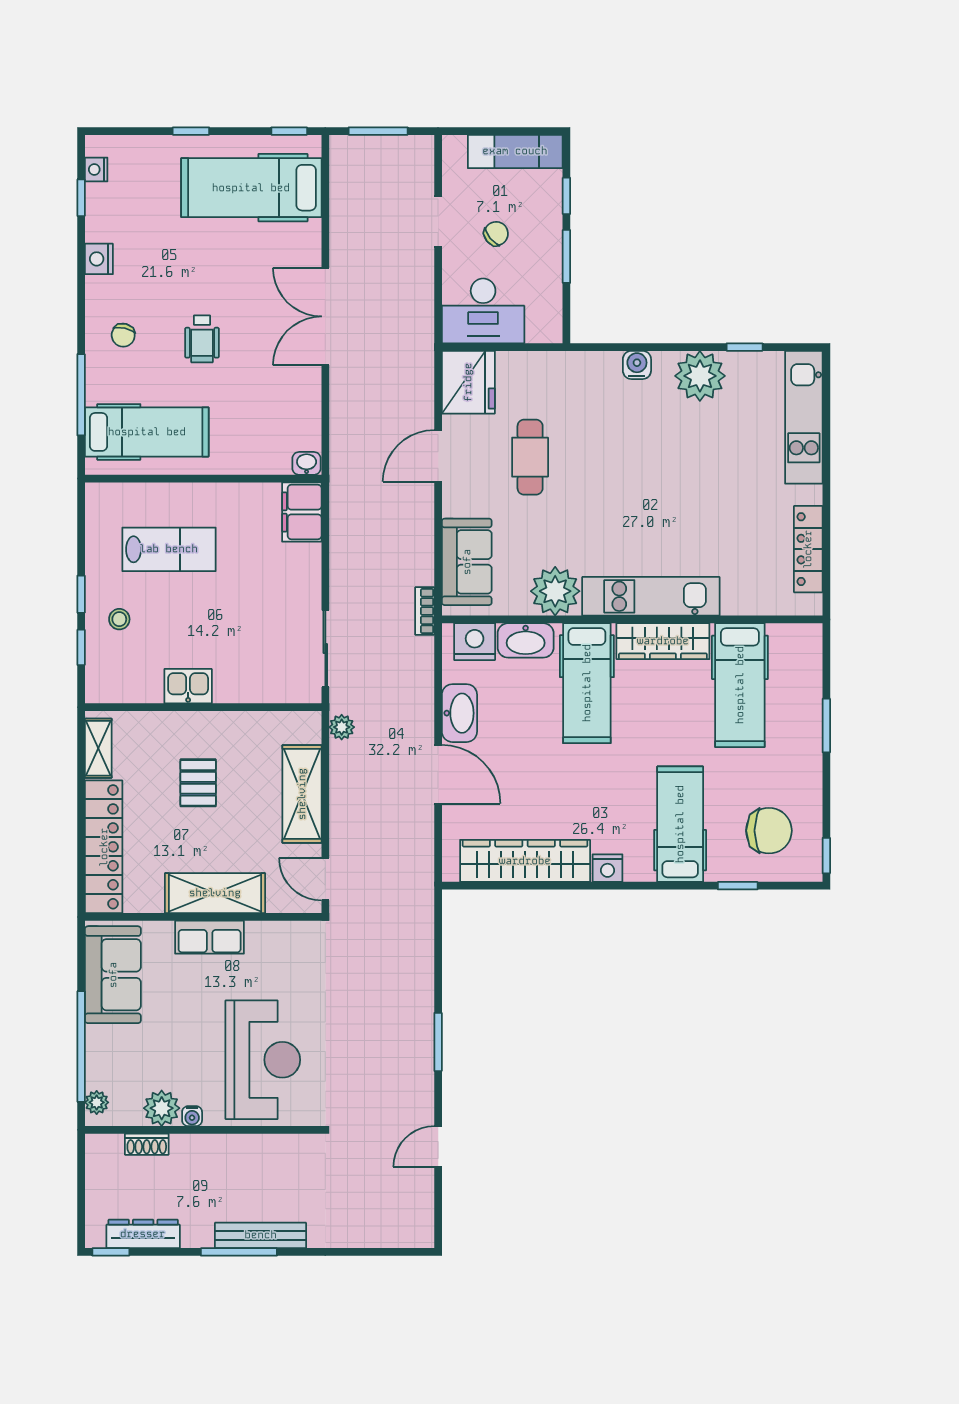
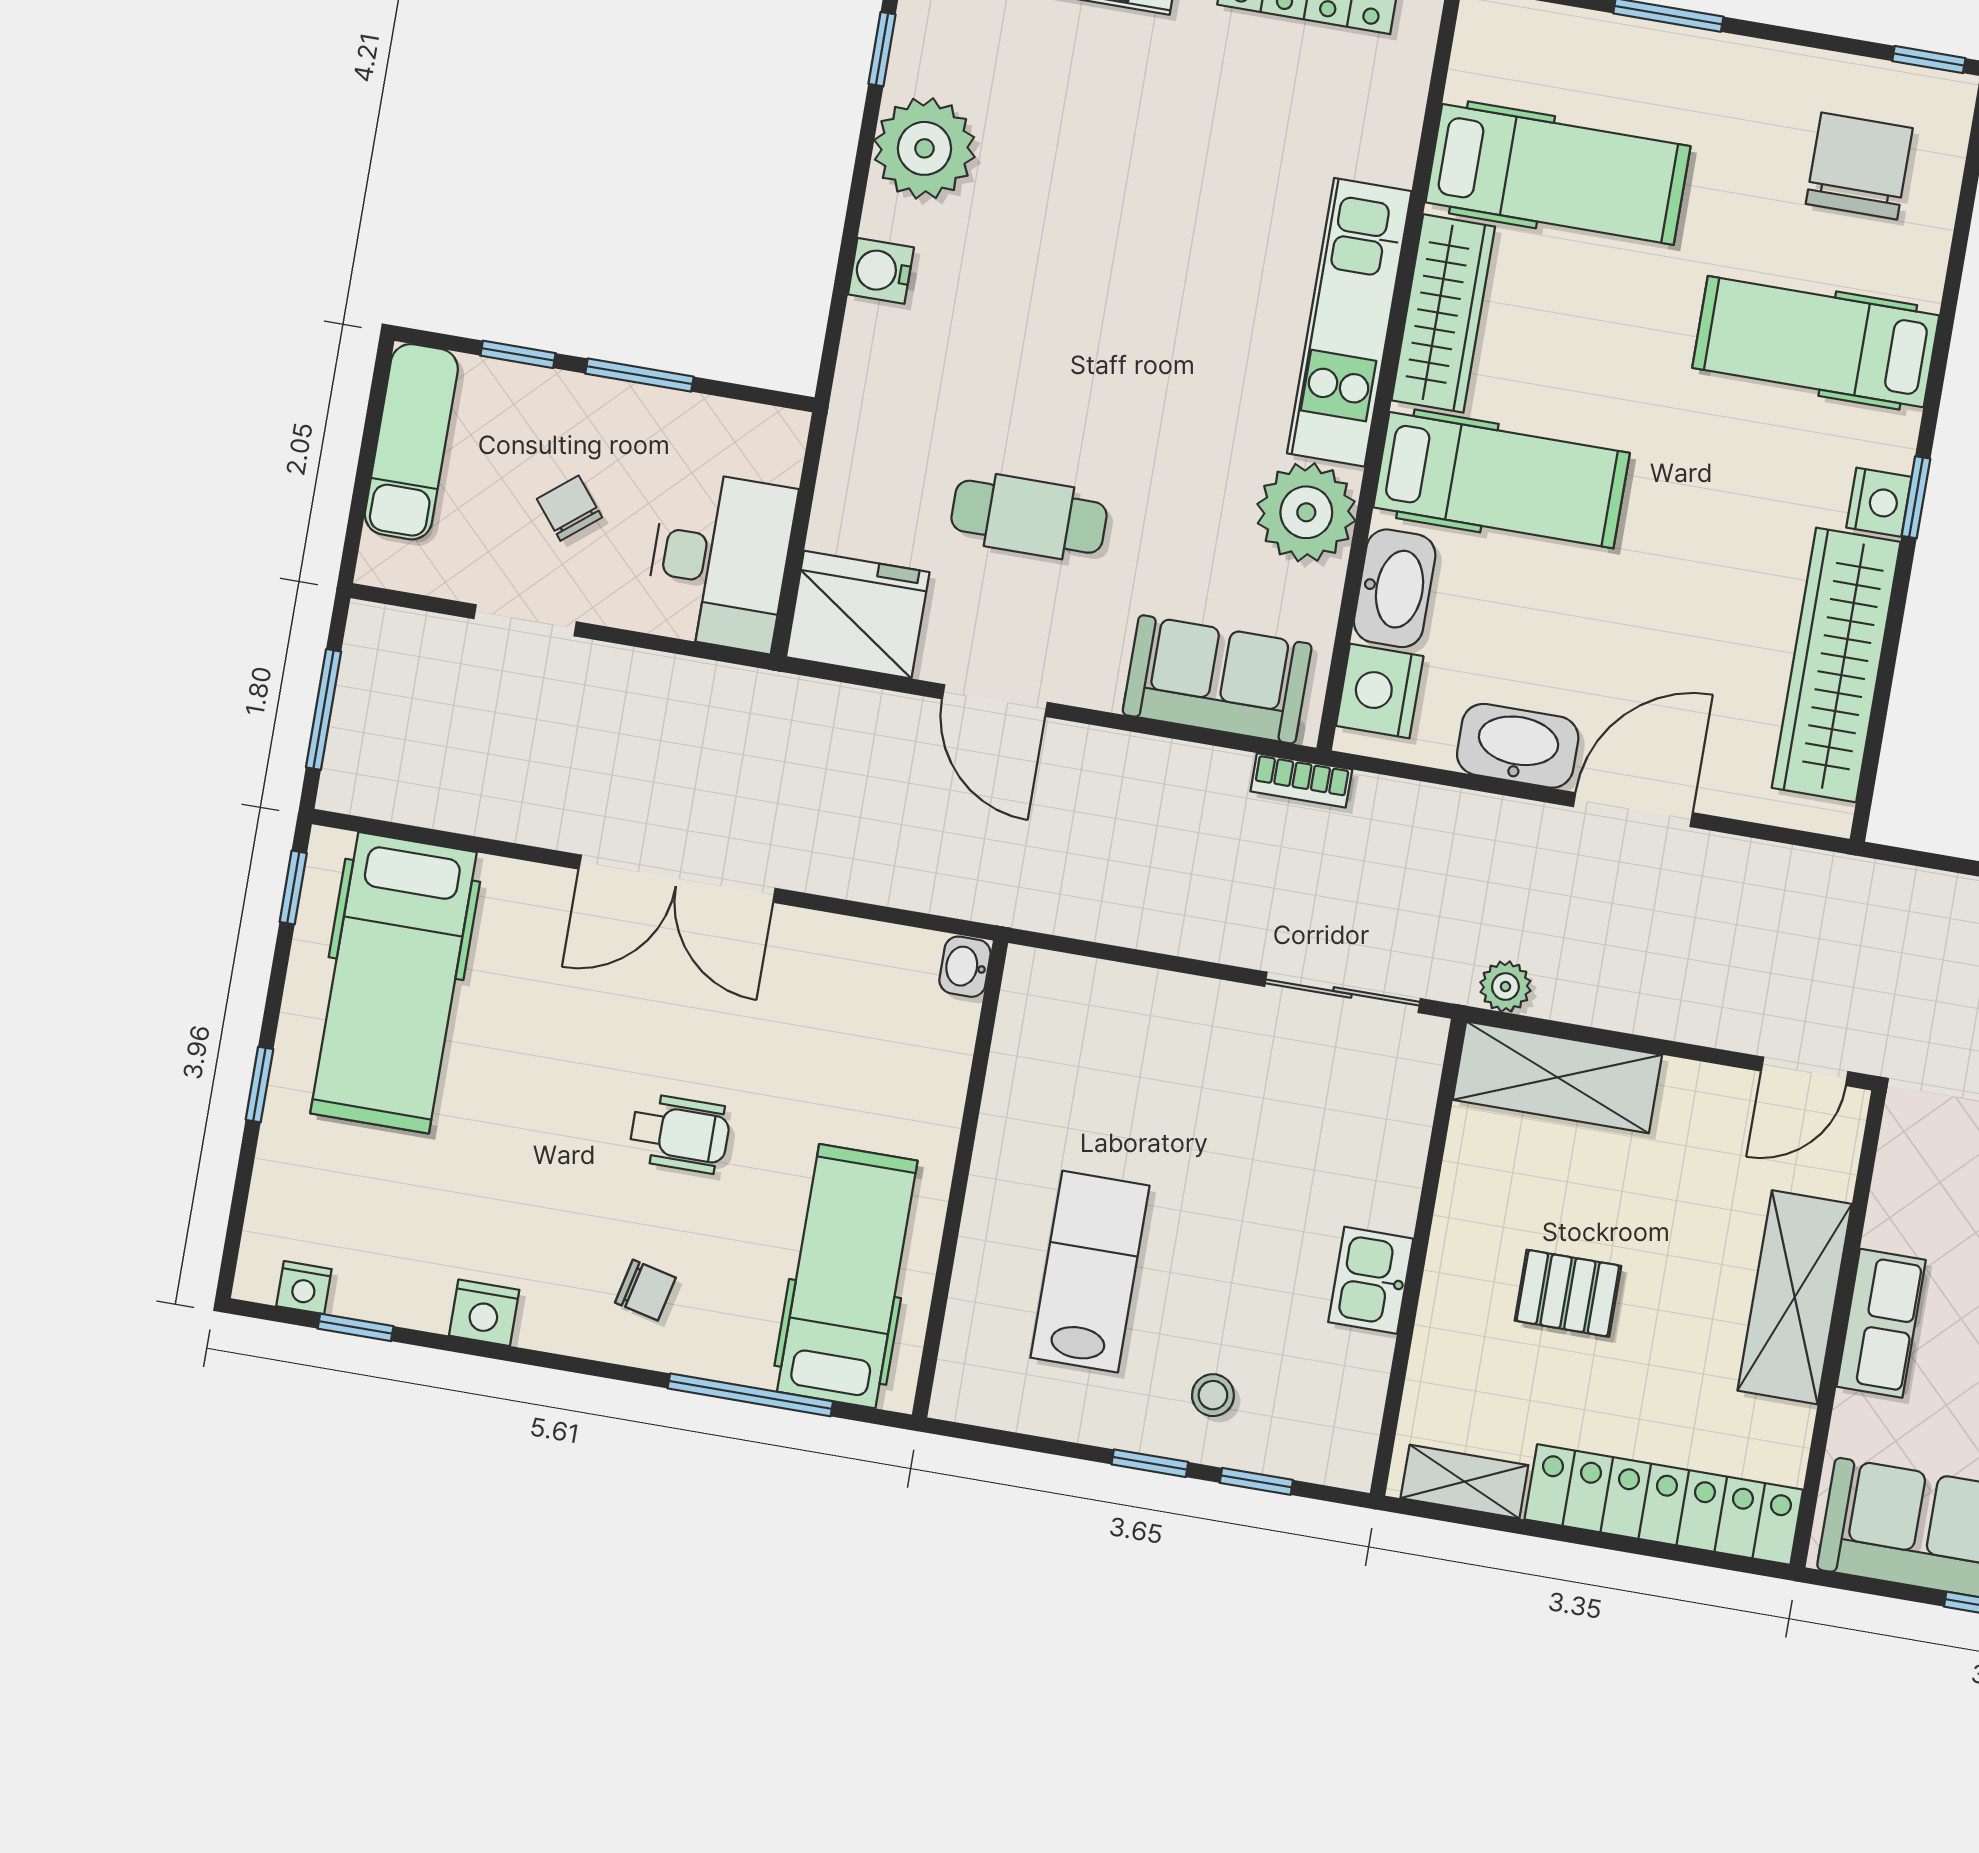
filing cabinet: (302, 512) -> (1061, 993), removed
shelving: (302, 794) -> (1557, 1077), moved
window: (738, 886) -> (1916, 497), moved

